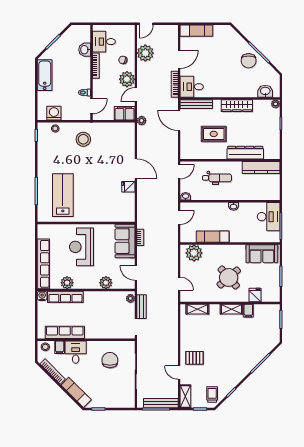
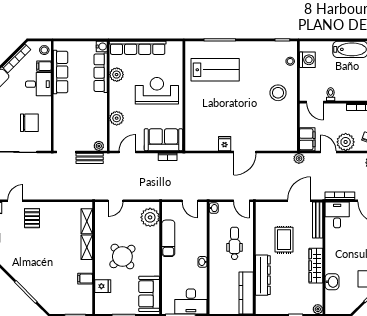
washbasin: (265, 91) -> (332, 282), moved
dental chair: (217, 178) -> (235, 243), turned 180
shelving: (232, 309) -> (87, 247), moved

